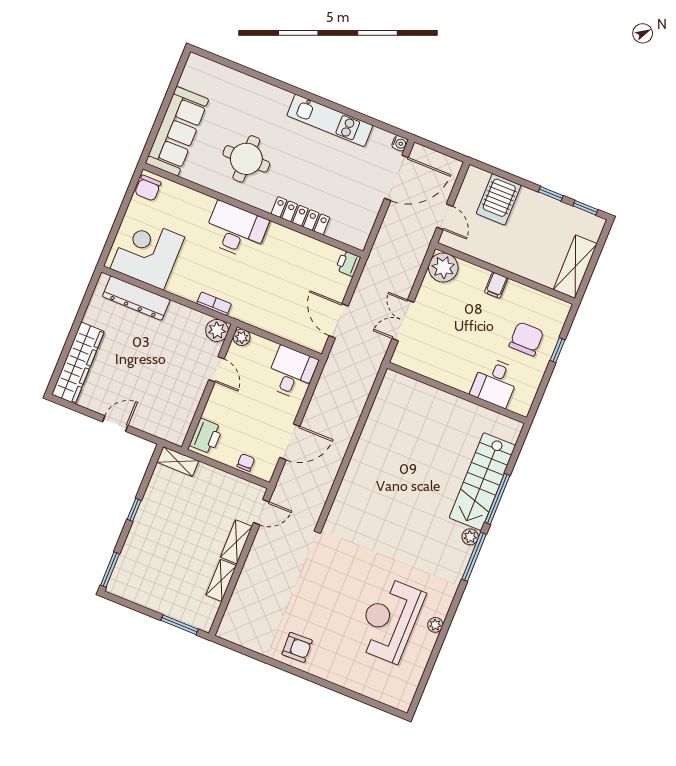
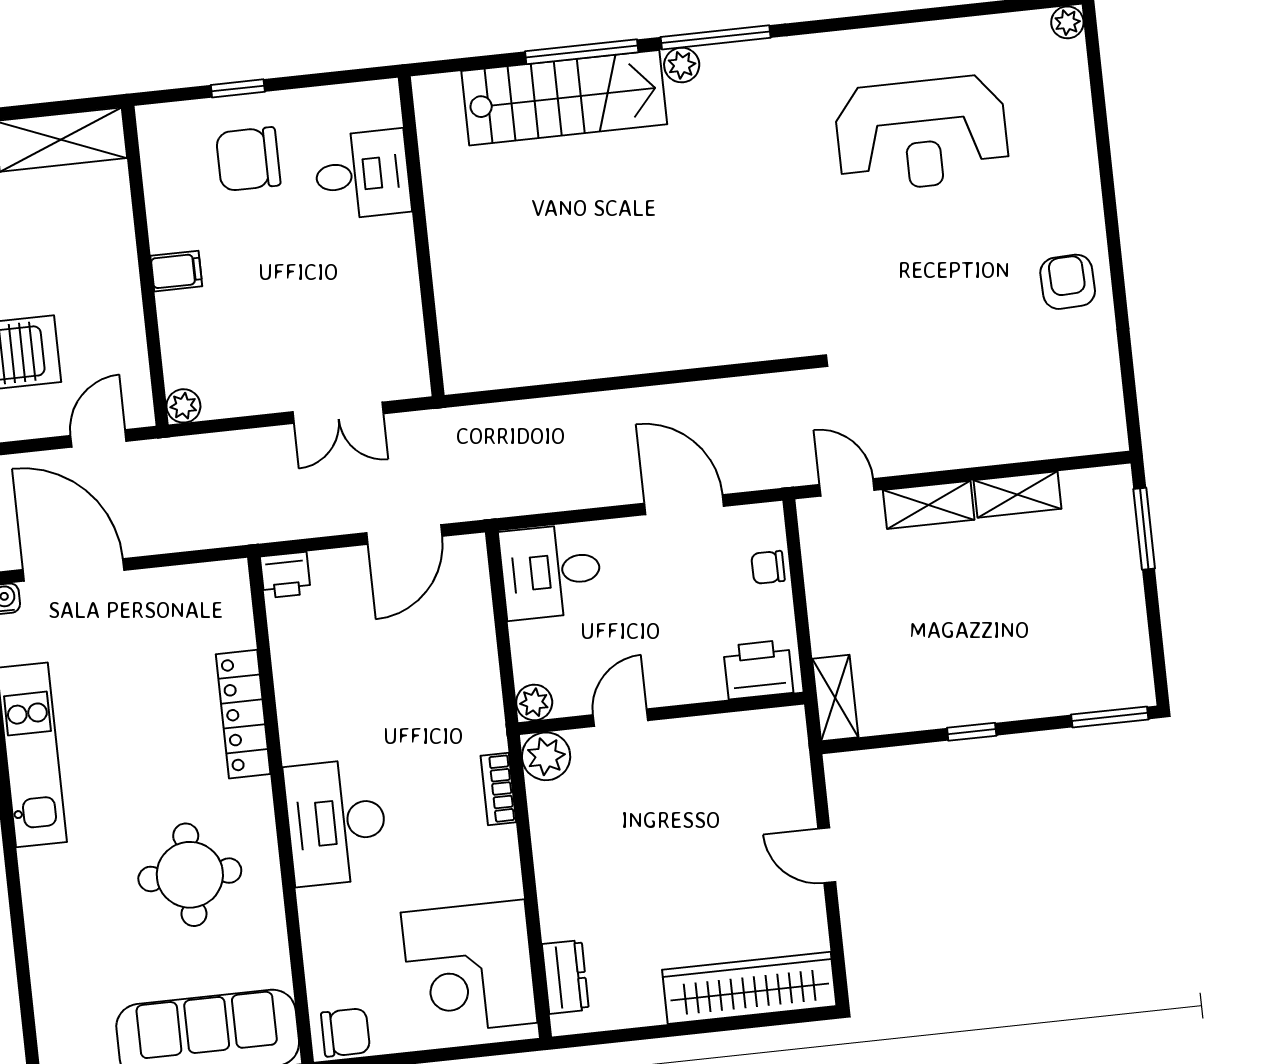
plant: (443, 268) -> (183, 406), width x0.53, depth x0.53
dresser: (136, 298) -> (565, 977), width x0.51, depth x0.80
plant: (435, 625) -> (1067, 22), moved

